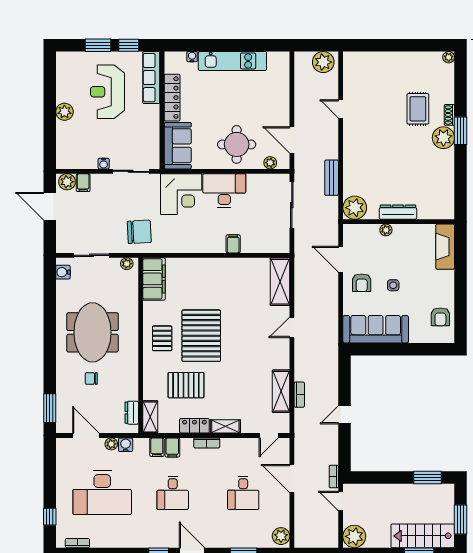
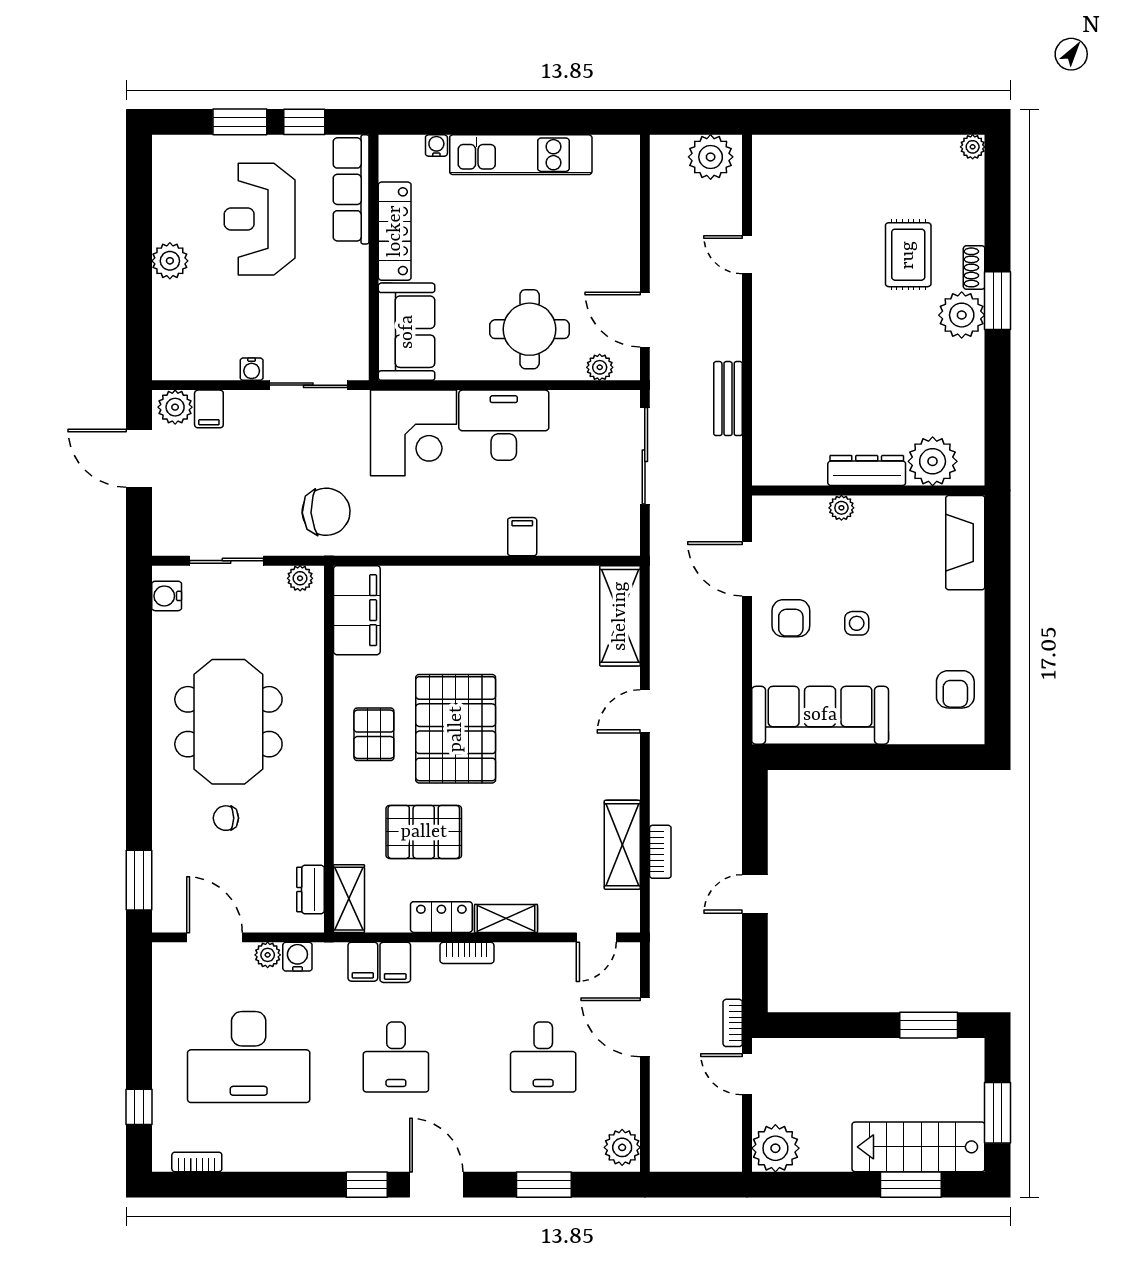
plant: (355, 208) -> (933, 461), moved

